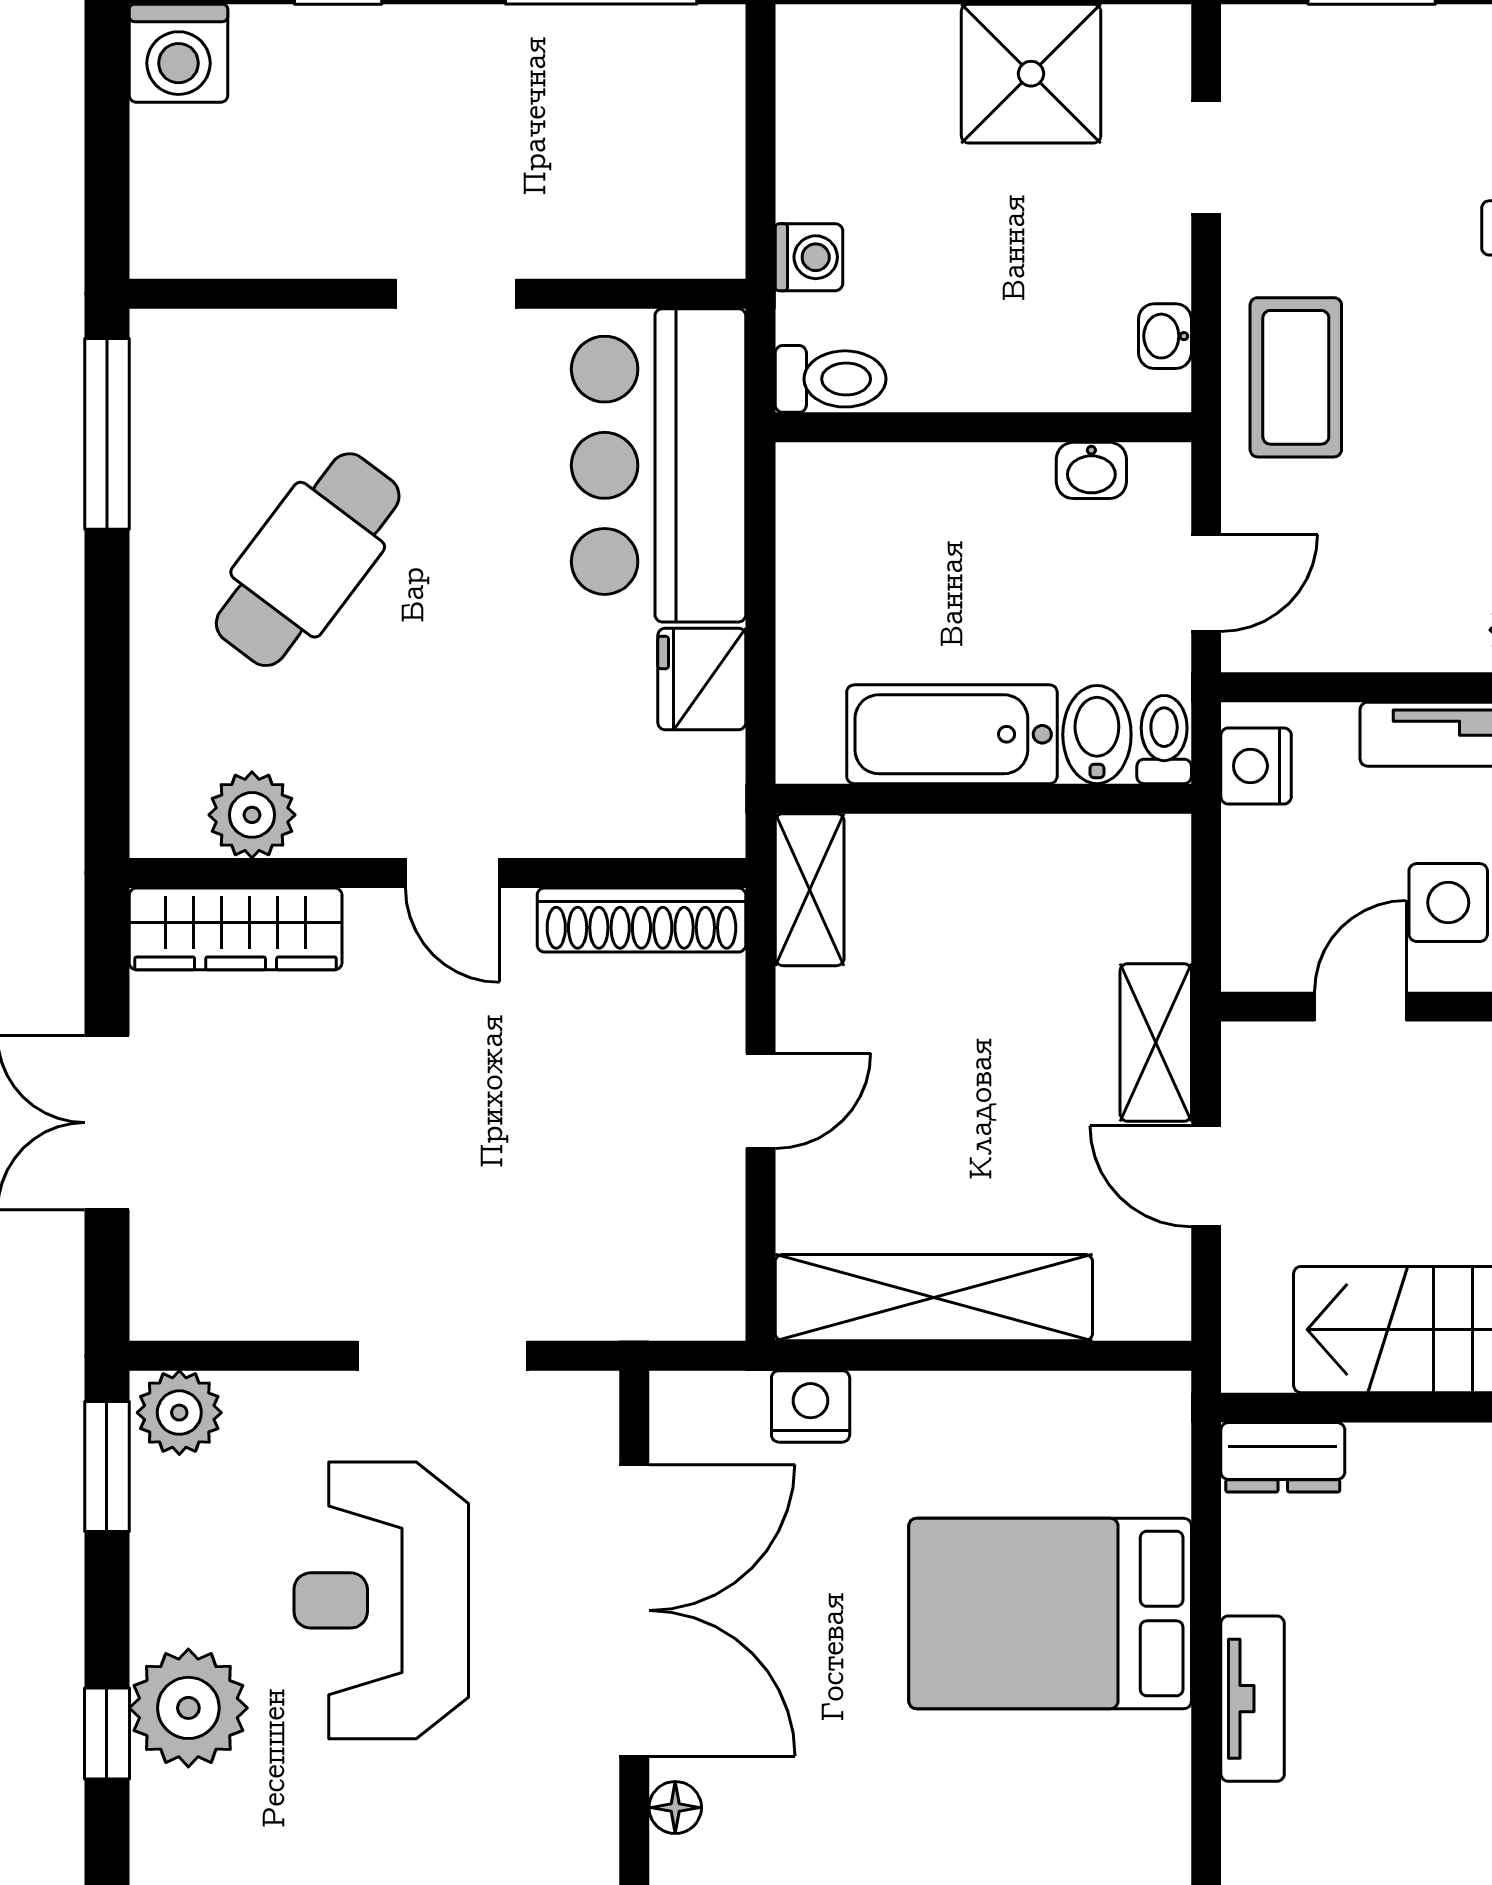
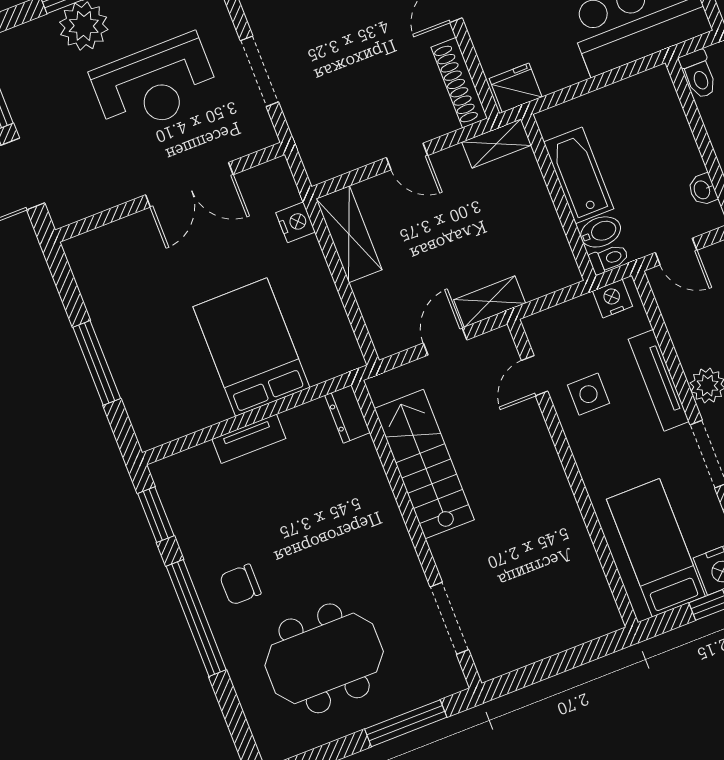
fridge: (702, 679) -> (516, 88), moved
door: (1360, 1007) -> (535, 376), swing flipped
shelving: (934, 1298) -> (349, 234), width x0.68
reception desk: (381, 1600) -> (155, 85), turned 180
double door: (634, 1610) -> (189, 185), width x0.73
floor lamp: (675, 1808) -> (119, 231), removed

